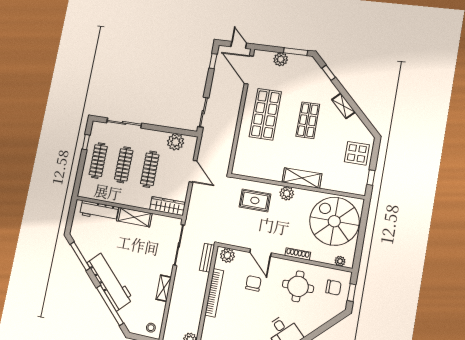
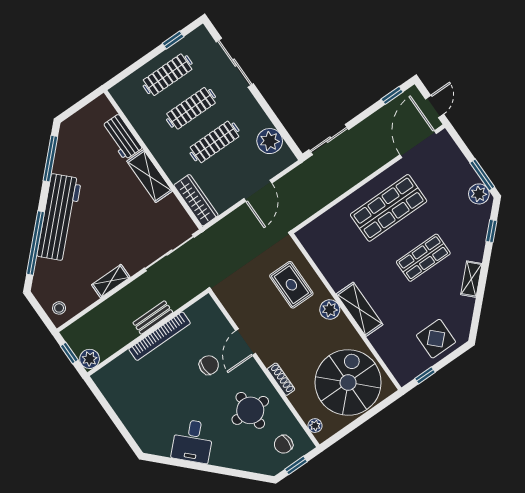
plant: (281, 59) -> (479, 194), moved
workbench: (99, 211) -> (122, 137), width x0.73
plant: (227, 255) -> (210, 312), removed
bench: (207, 258) -> (153, 317), moved
chair: (333, 288) -> (284, 444), turned 90

